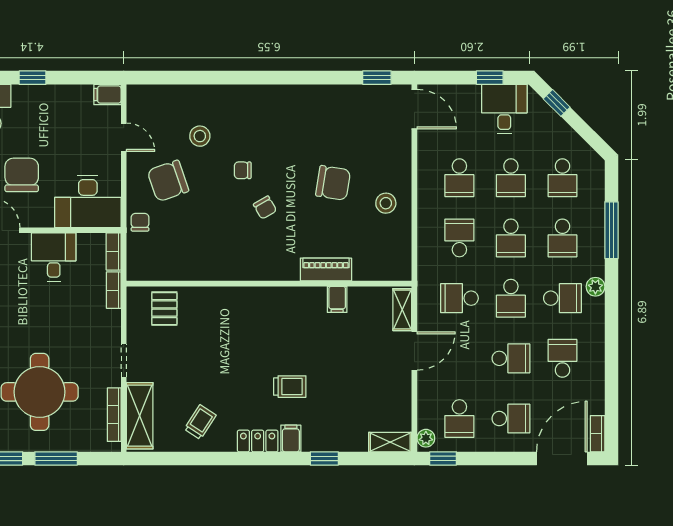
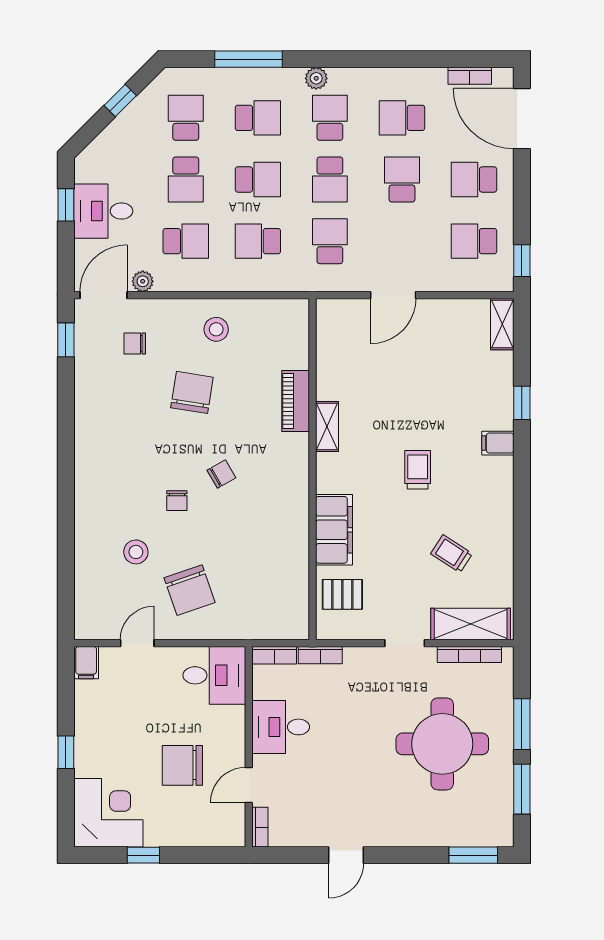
window: (557, 103) -> (120, 101), moved
desk: (504, 109) -> (103, 211), moved
school desk: (511, 178) -> (186, 180), turned 90
school desk: (562, 178) -> (186, 118), turned -90
desk: (88, 202) -> (214, 675), width x0.73
chair: (140, 222) -> (135, 343), moved
school desk: (459, 298) -> (330, 241), turned 180
school desk: (511, 298) -> (330, 180), turned 90
filing cabinet: (337, 299) -> (334, 530), moved, width x3.00, depth x1.17
shelving: (402, 310) -> (327, 427), moved, turned 90
door: (414, 351) -> (393, 295), swing flipped
trolley: (290, 387) -> (418, 470), moved
school desk: (459, 419) -> (474, 241), turned 180
school desk: (511, 419) -> (474, 180), turned -90
trolley: (200, 422) -> (452, 554), moved
bookcase: (598, 434) -> (470, 76), moved
plant: (426, 438) -> (143, 281), moved
locker: (258, 441) -> (501, 483), removed

